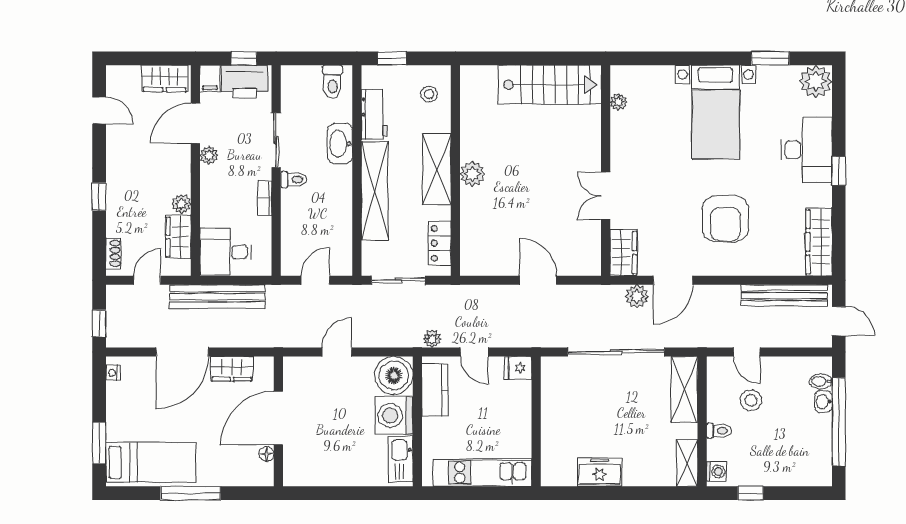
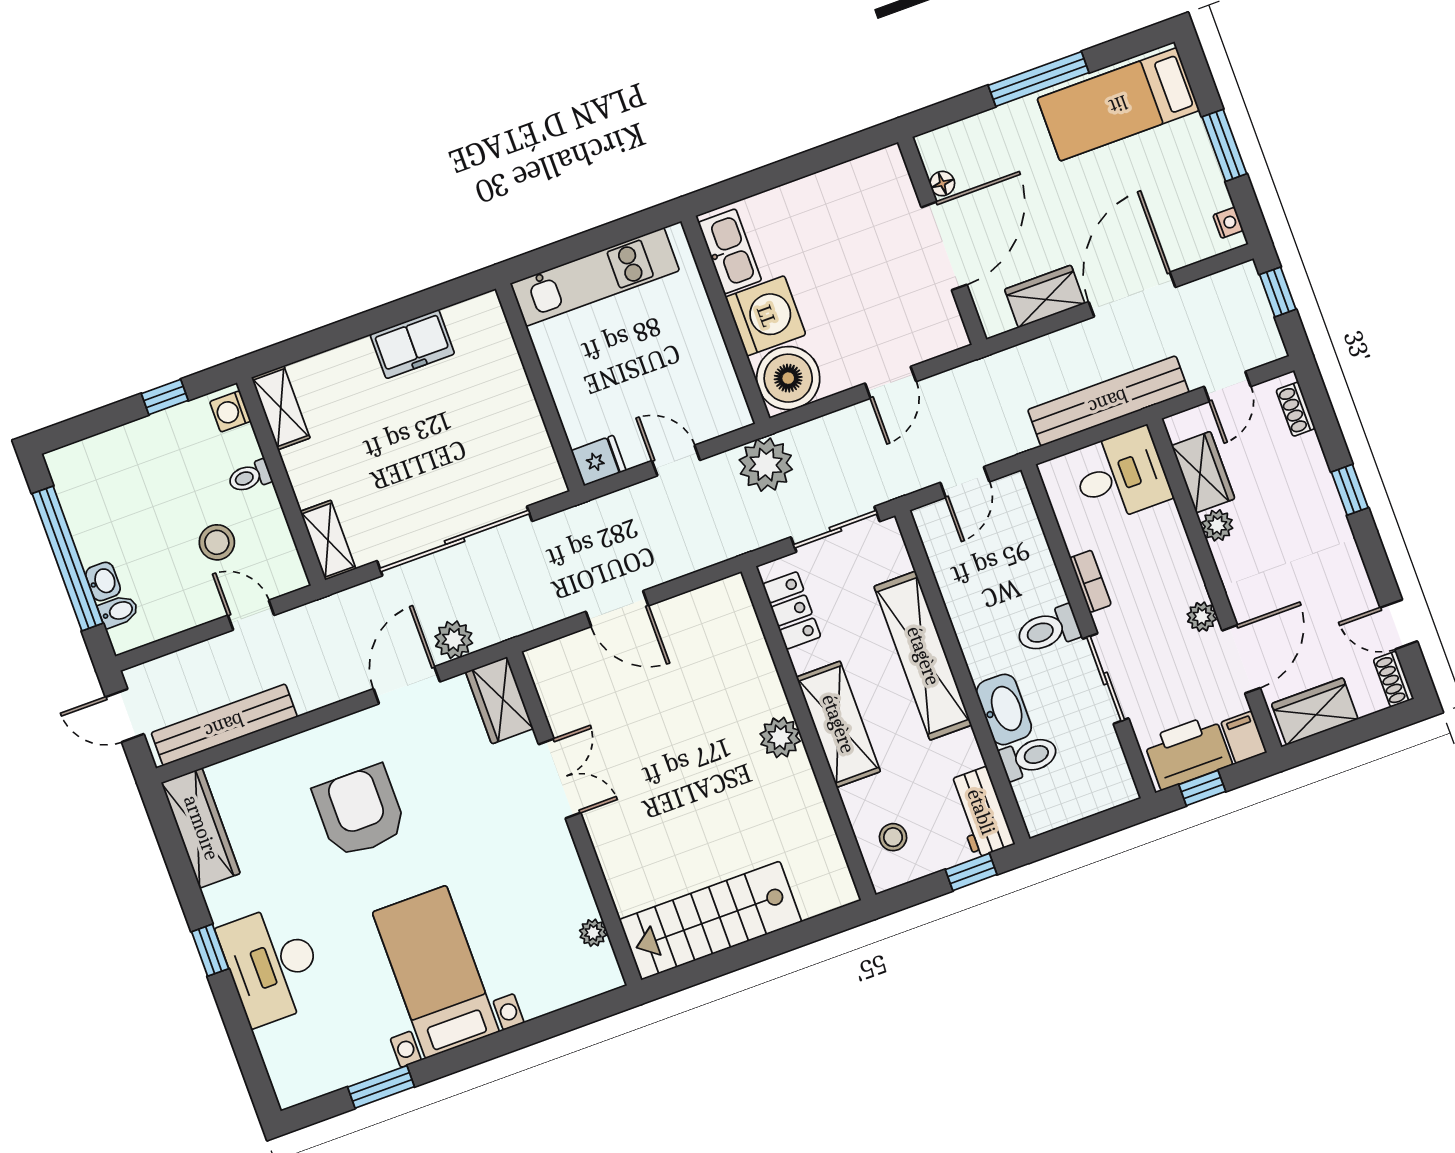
shoe rack: (113, 81) -> (1394, 679), added
plant: (816, 81) -> (297, 1077), removed
toilet: (332, 82) -> (1029, 757), moved, turned 90
workbench: (374, 114) -> (981, 812), moved
toilet: (294, 180) -> (1048, 630), width x1.37, depth x1.39
plant: (432, 339) -> (766, 465), width x1.88, depth x1.88
kitchen counter: (435, 390) -> (716, 378), removed
shelving: (684, 390) -> (328, 540), width x0.67, depth x0.75
window: (99, 443) -> (1224, 145), moved

